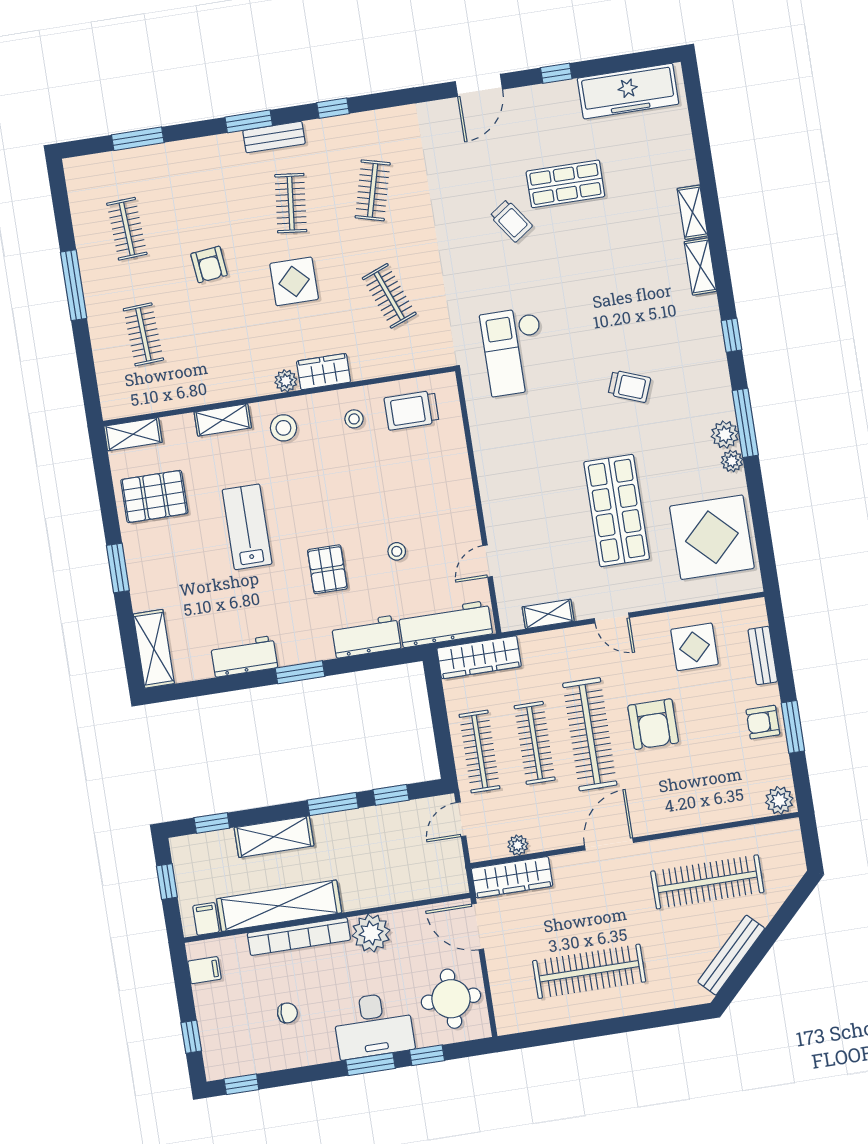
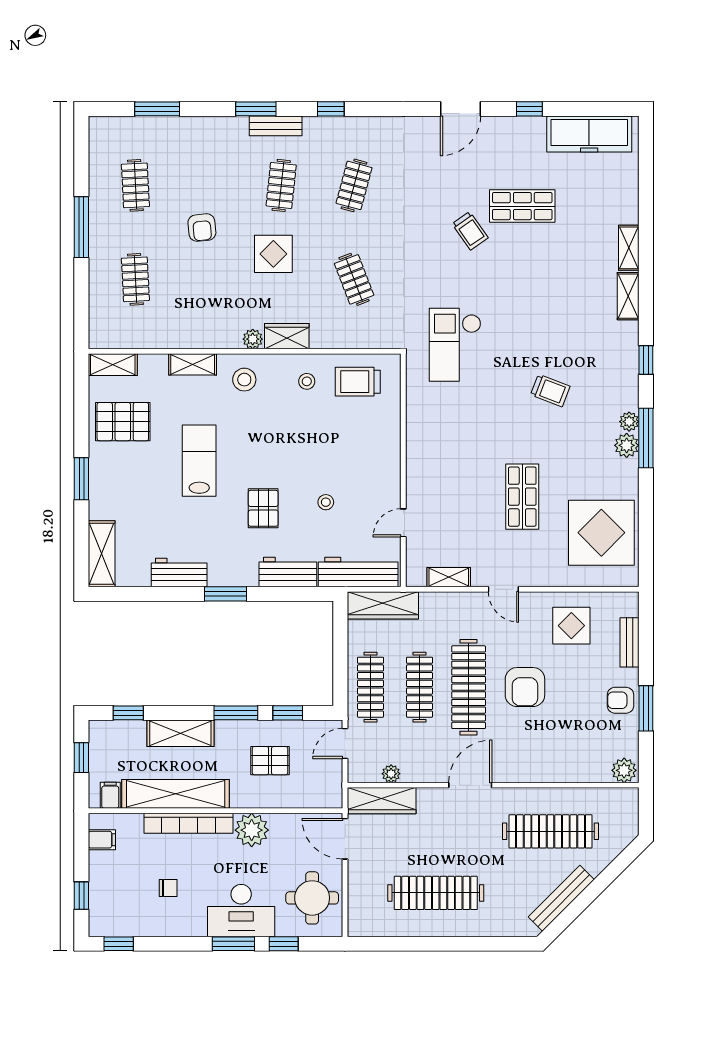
plant: (732, 461) -> (629, 422), moved
shop shelf: (617, 511) -> (522, 497), width x0.70, depth x0.74
pallet: (379, 852) -> (270, 761), added

